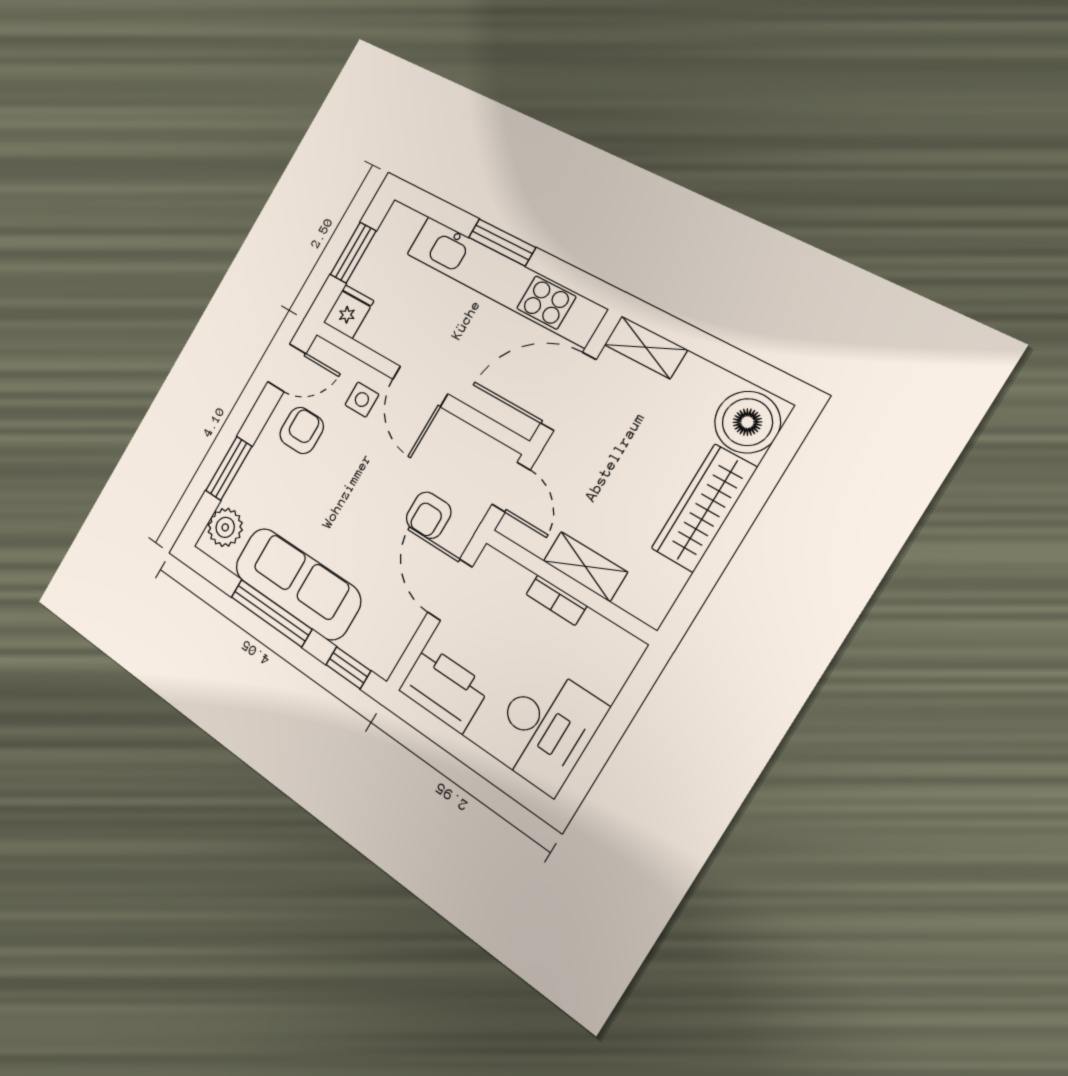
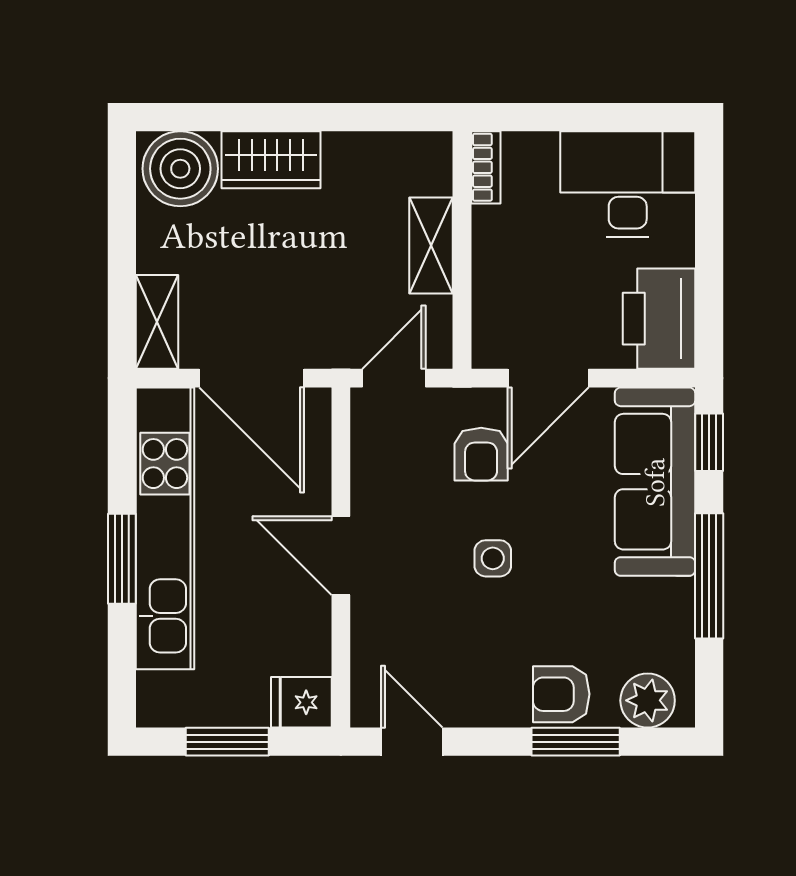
door: (420, 386) -> (341, 556), swing flipped
side table: (362, 400) -> (493, 558), moved
armchair: (302, 430) -> (561, 694), moved
wardrobe: (704, 508) -> (271, 160), width x0.67
armchair: (429, 515) -> (481, 454), turned 90
sofa: (297, 584) -> (655, 482), moved
bookcase: (556, 600) -> (486, 167), moved

